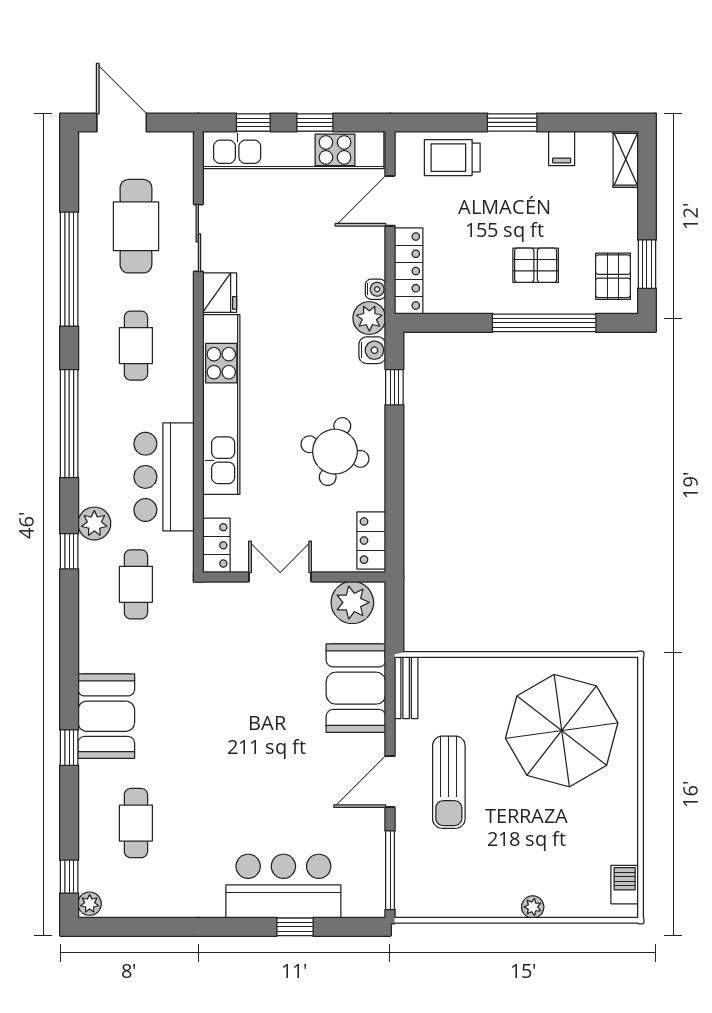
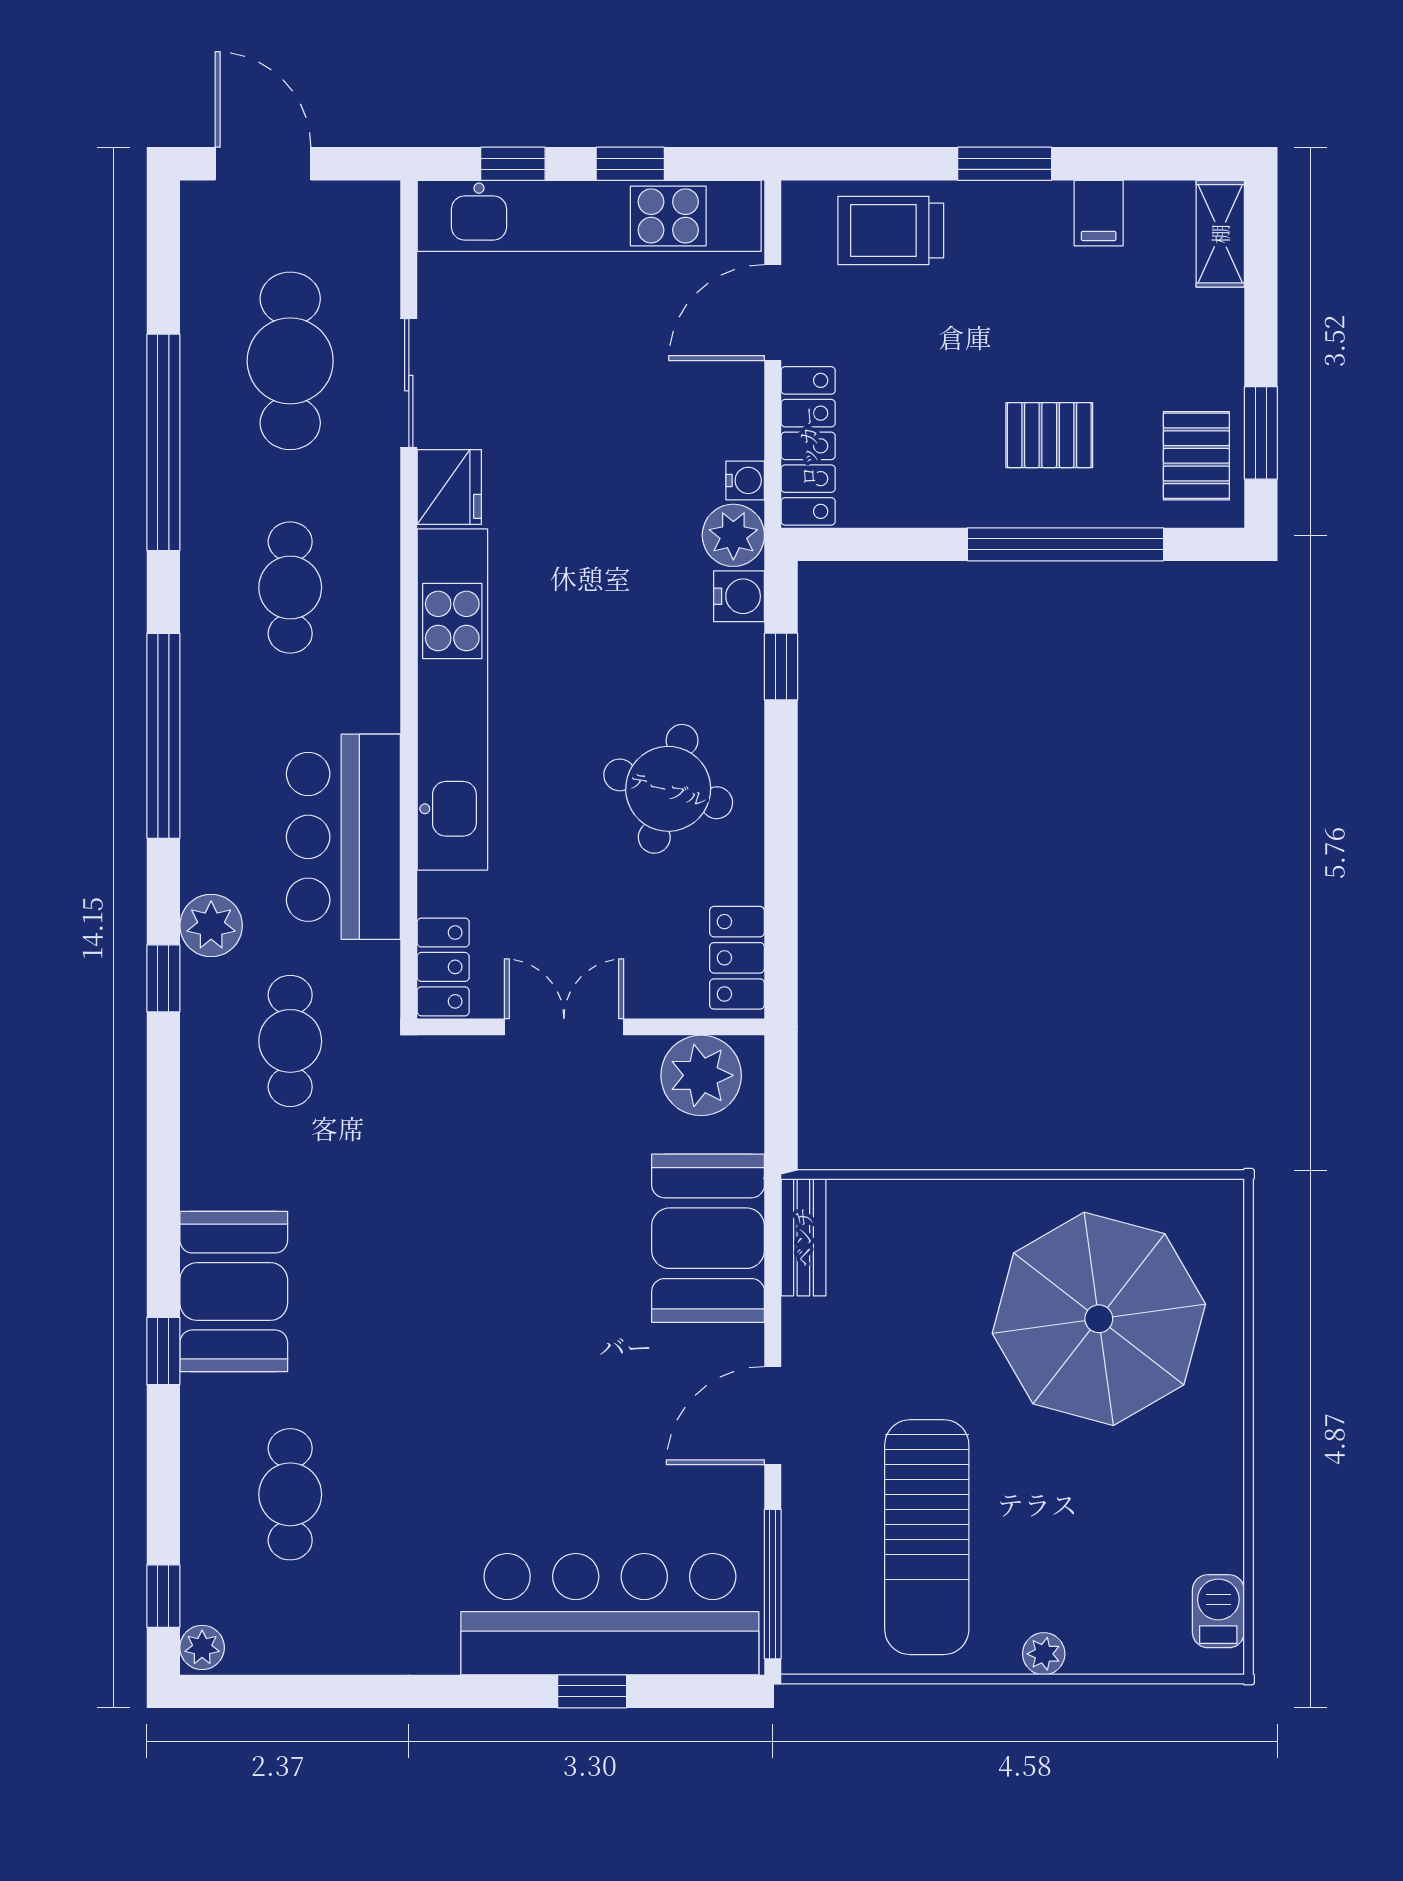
sun lounger: (449, 782) -> (927, 1537), moved, width x1.36, depth x1.34
bar counter: (283, 886) -> (610, 1614), width x1.36

